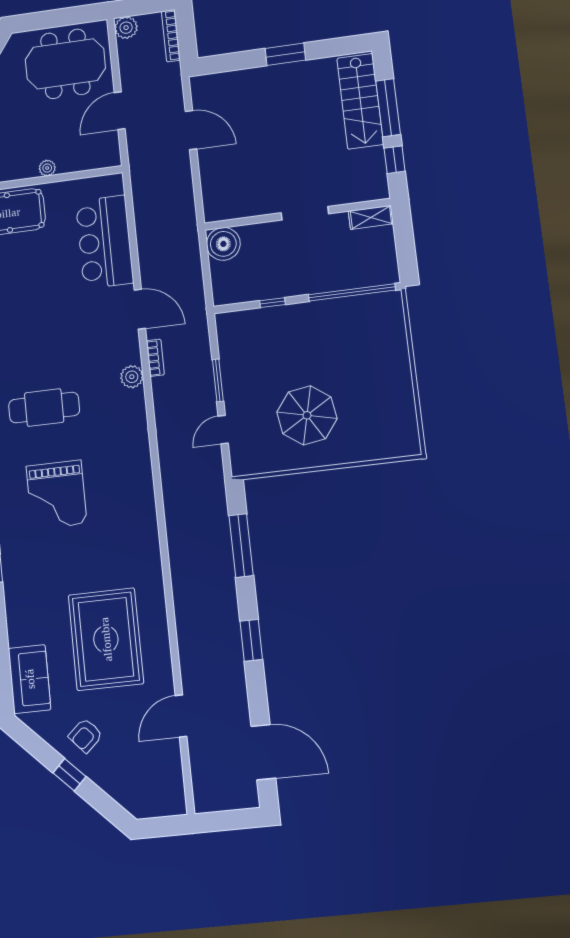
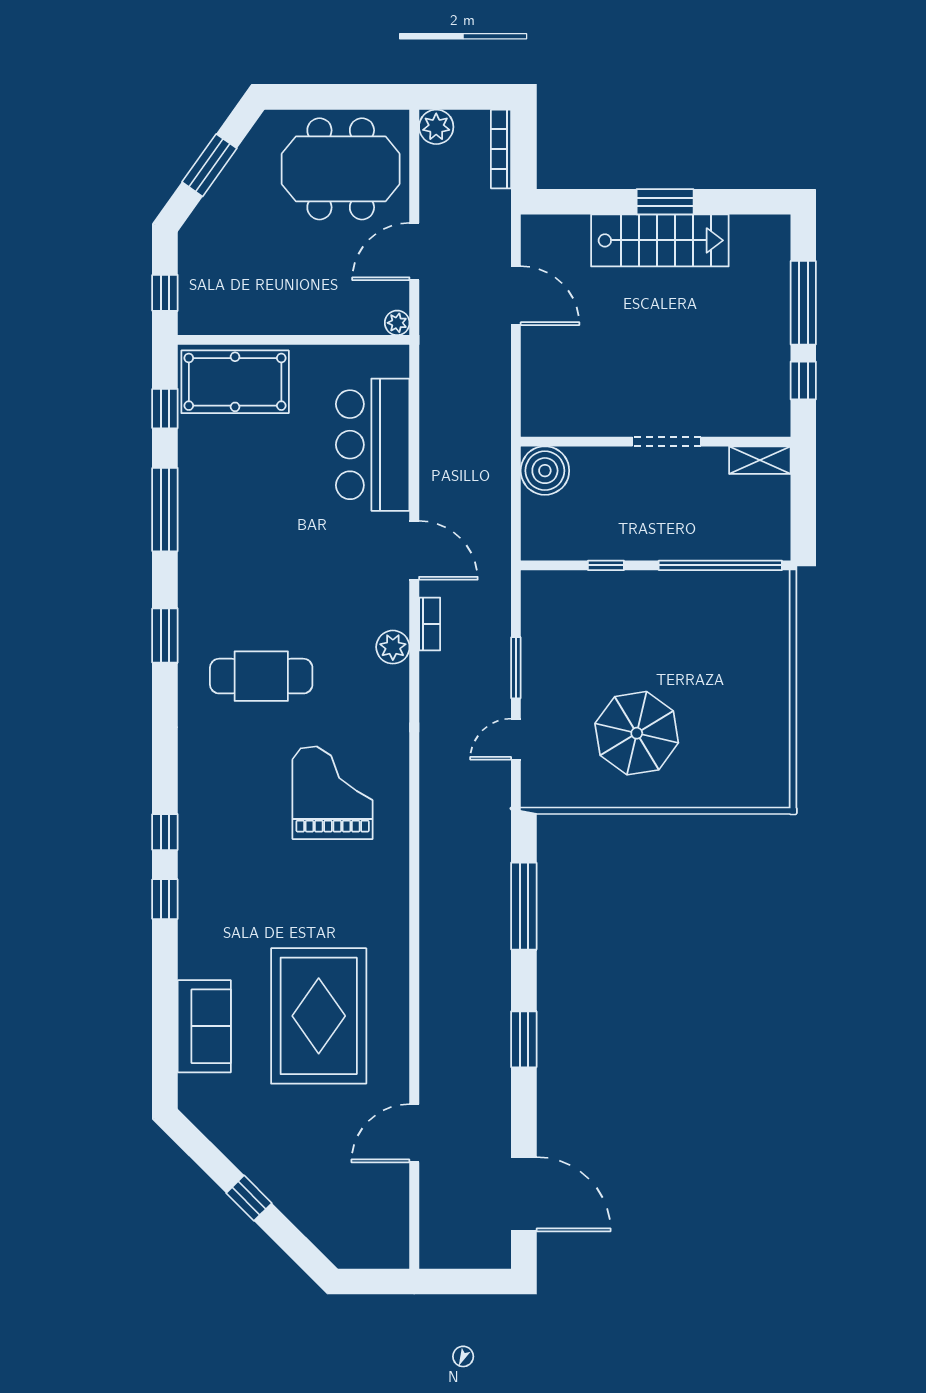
stairs: (360, 101) -> (660, 240), moved, turned -90
plant: (47, 168) -> (397, 323), moved
grand piano: (56, 495) -> (333, 793), moved, turned 180
sofa: (30, 679) -> (204, 1026), moved
armchair: (86, 735) -> (277, 1146), removed

